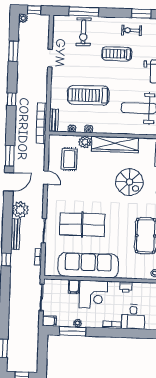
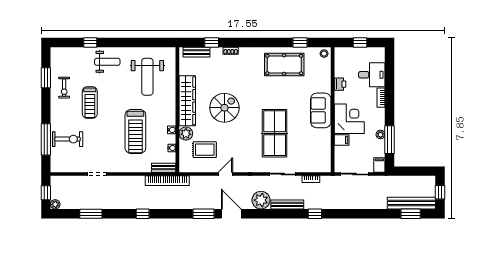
spiral stairs: (130, 182) -> (224, 108), moved
sofa: (88, 265) -> (321, 110), width x0.54, depth x0.79
bench: (13, 349) -> (411, 203), added

